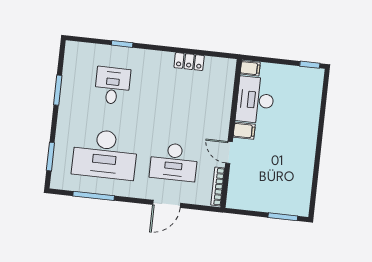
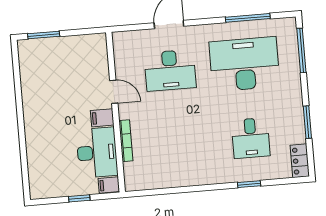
locker: (189, 62) -> (300, 161), moved, turned -90
window: (310, 65) -> (79, 198), moved
window: (50, 157) -> (301, 50), width x1.44
desk: (174, 162) -> (170, 70), turned 180
bookcase: (218, 187) -> (126, 141), moved

